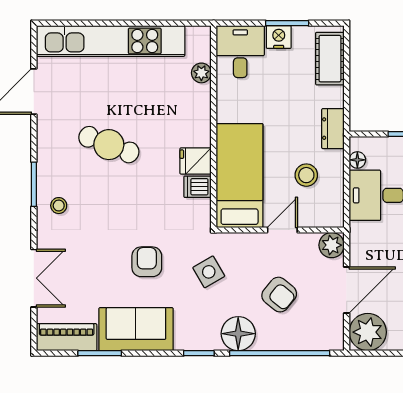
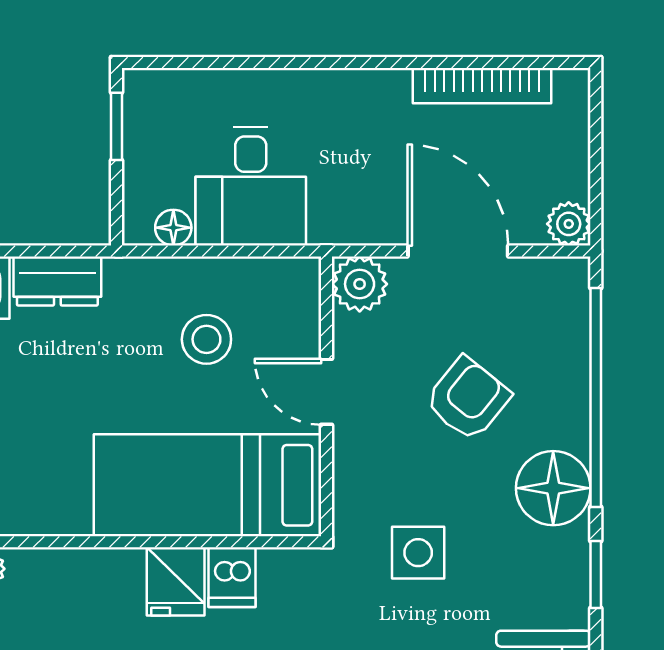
dresser: (333, 129) -> (57, 281), moved
side table: (209, 272) -> (418, 553), turned 30
plant: (368, 332) -> (569, 224), width x0.53, depth x0.53

